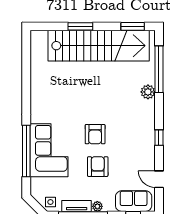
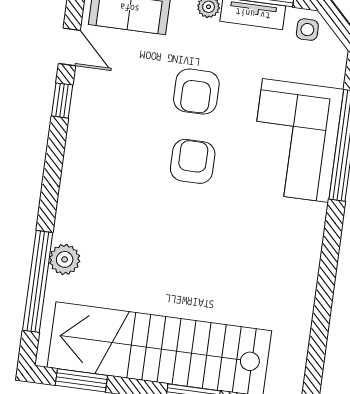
plant: (148, 92) -> (65, 259), moved
window: (159, 138) -> (62, 100), moved

